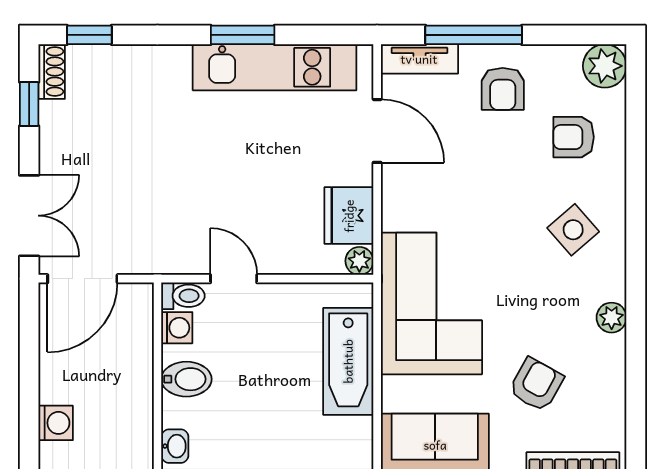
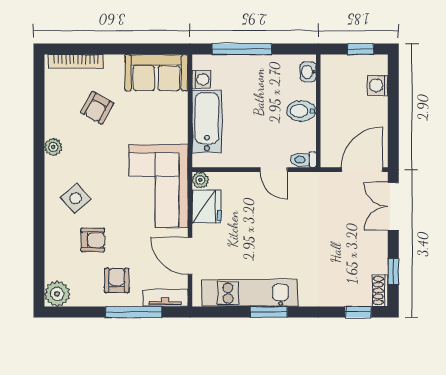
armchair: (574, 137) -> (93, 240), moved
corner sofa: (431, 303) -> (158, 186), moved
washing machine: (177, 328) -> (201, 79), moved, turned 180

